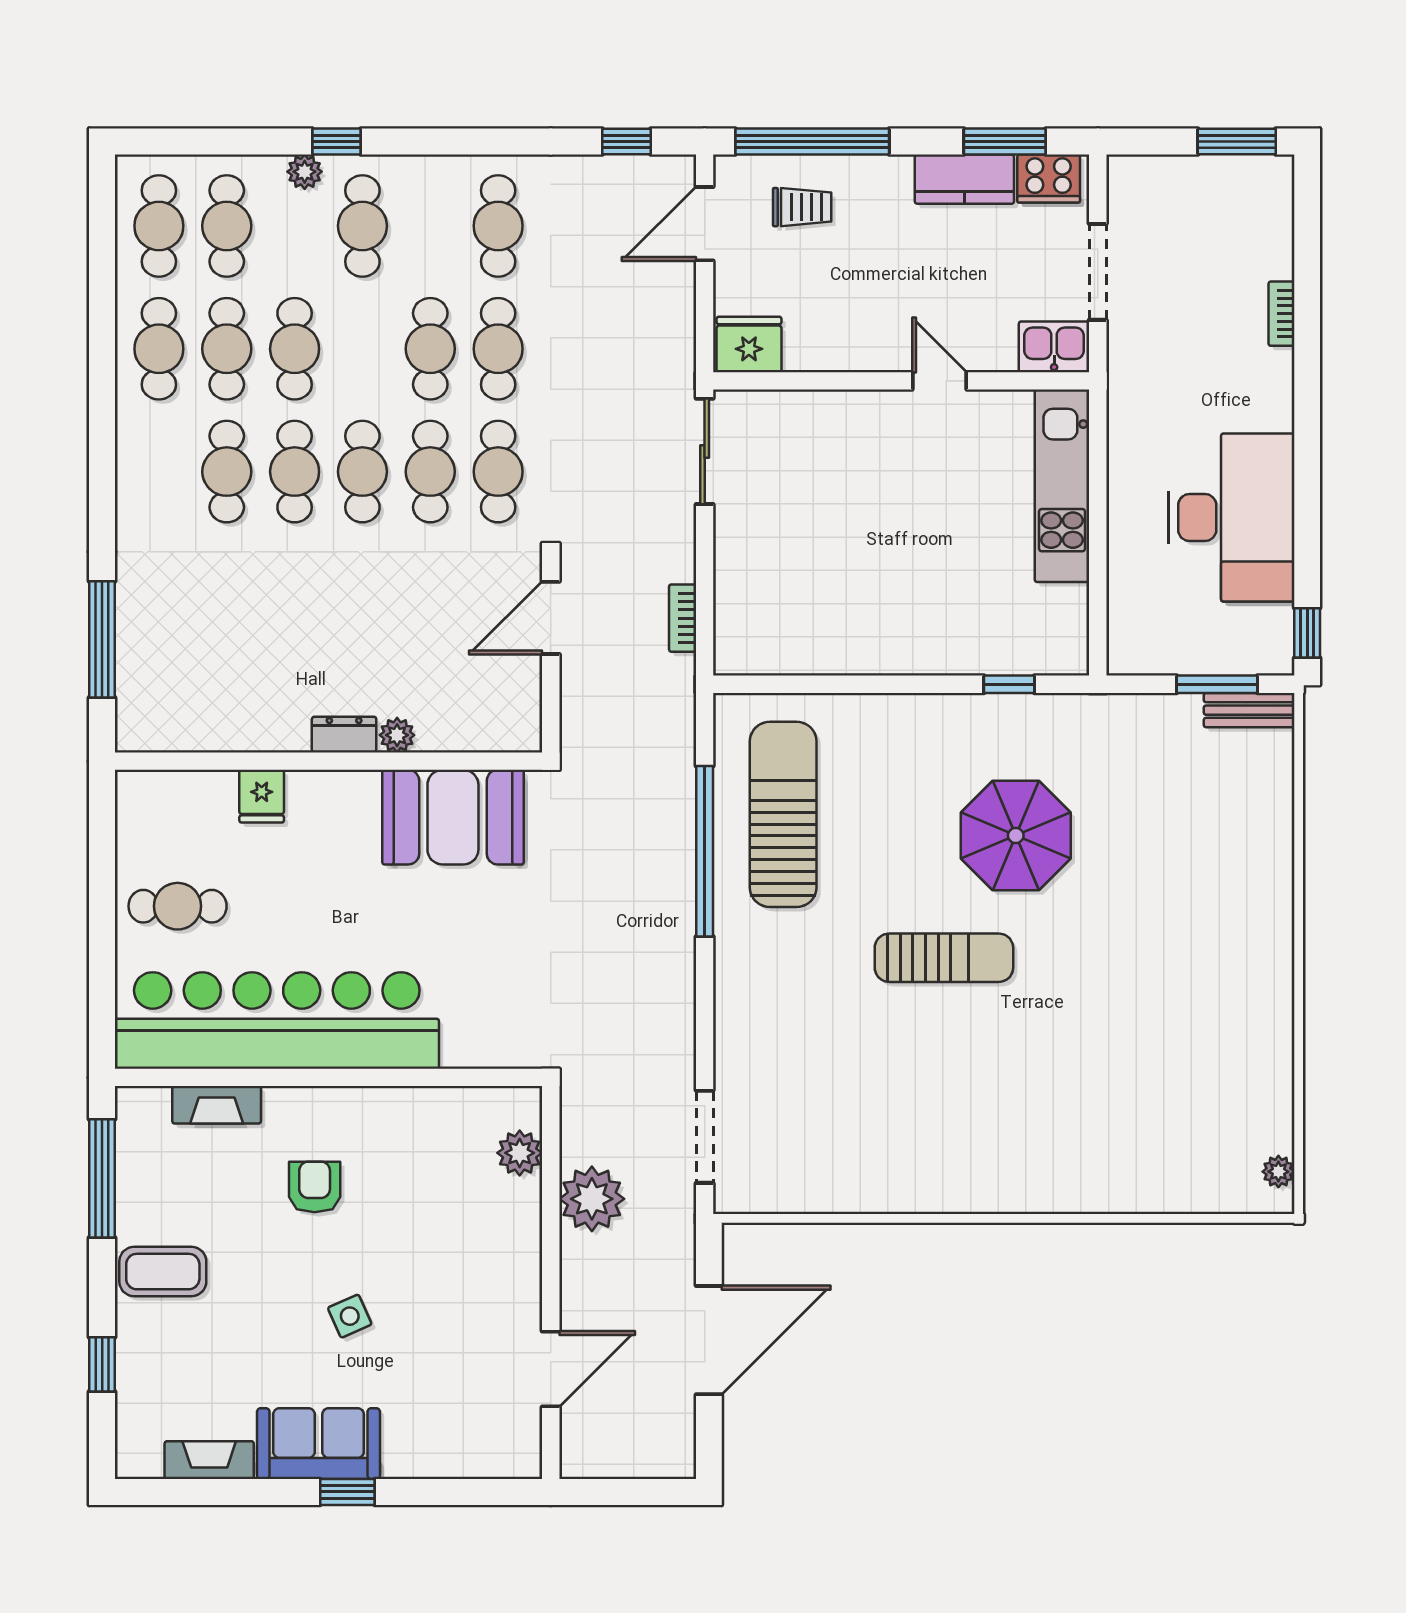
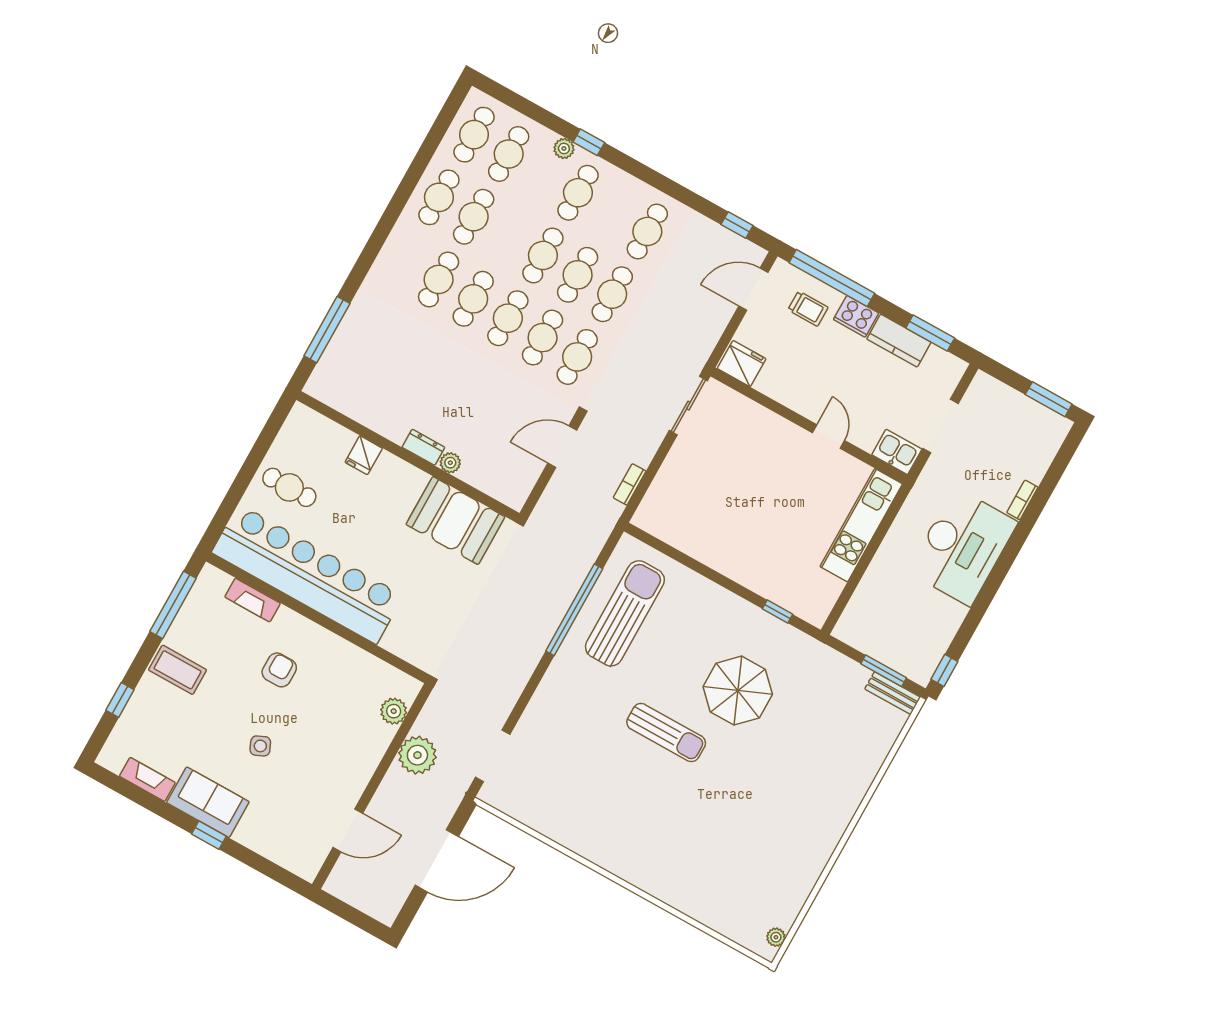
cooker: (1049, 179) -> (856, 316), moved
cafe table: (295, 349) -> (543, 255), moved
desk: (1231, 518) -> (963, 547), moved

